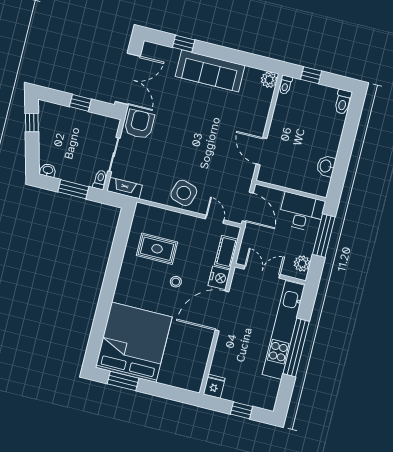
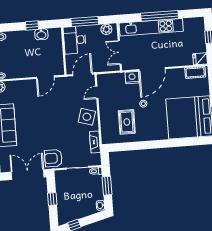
window: (343, 157) -> (32, 25), added
fireplace: (124, 188) -> (95, 142), moved
cot: (226, 252) -> (195, 72), moved
door: (222, 311) -> (152, 69), hinge flipped

